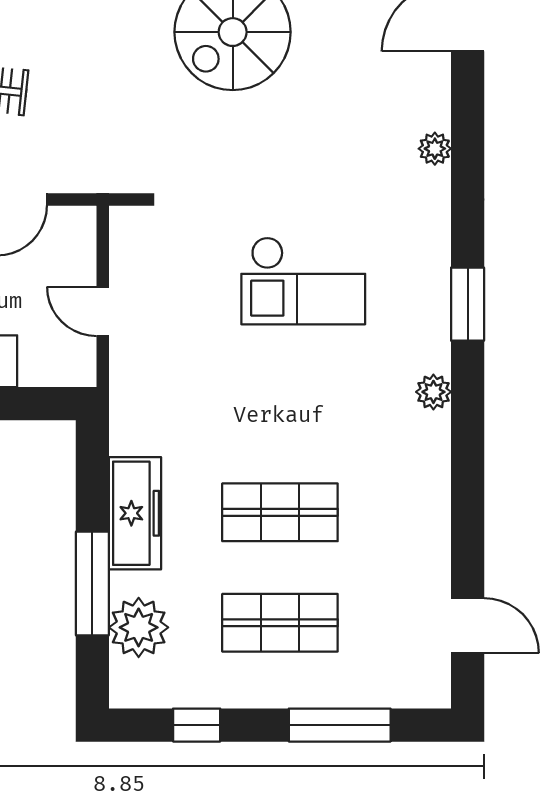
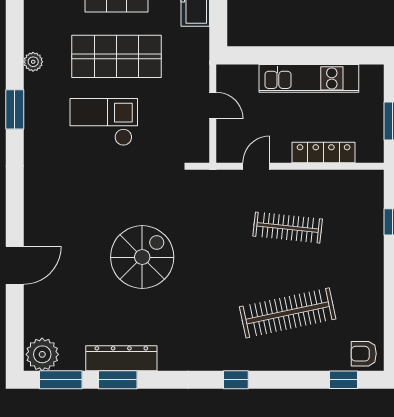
plant: (435, 149) -> (32, 194), removed
shop shelf: (280, 402) -> (116, 56), added

